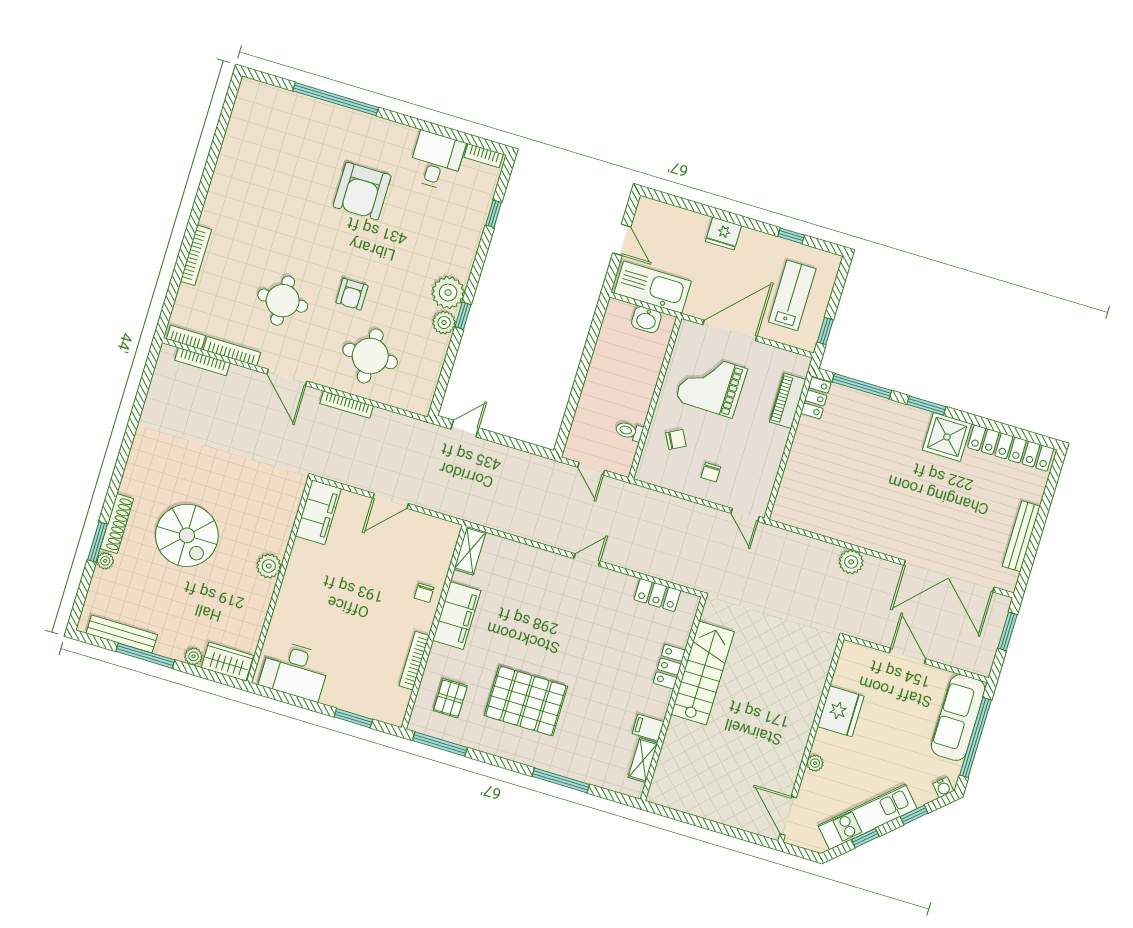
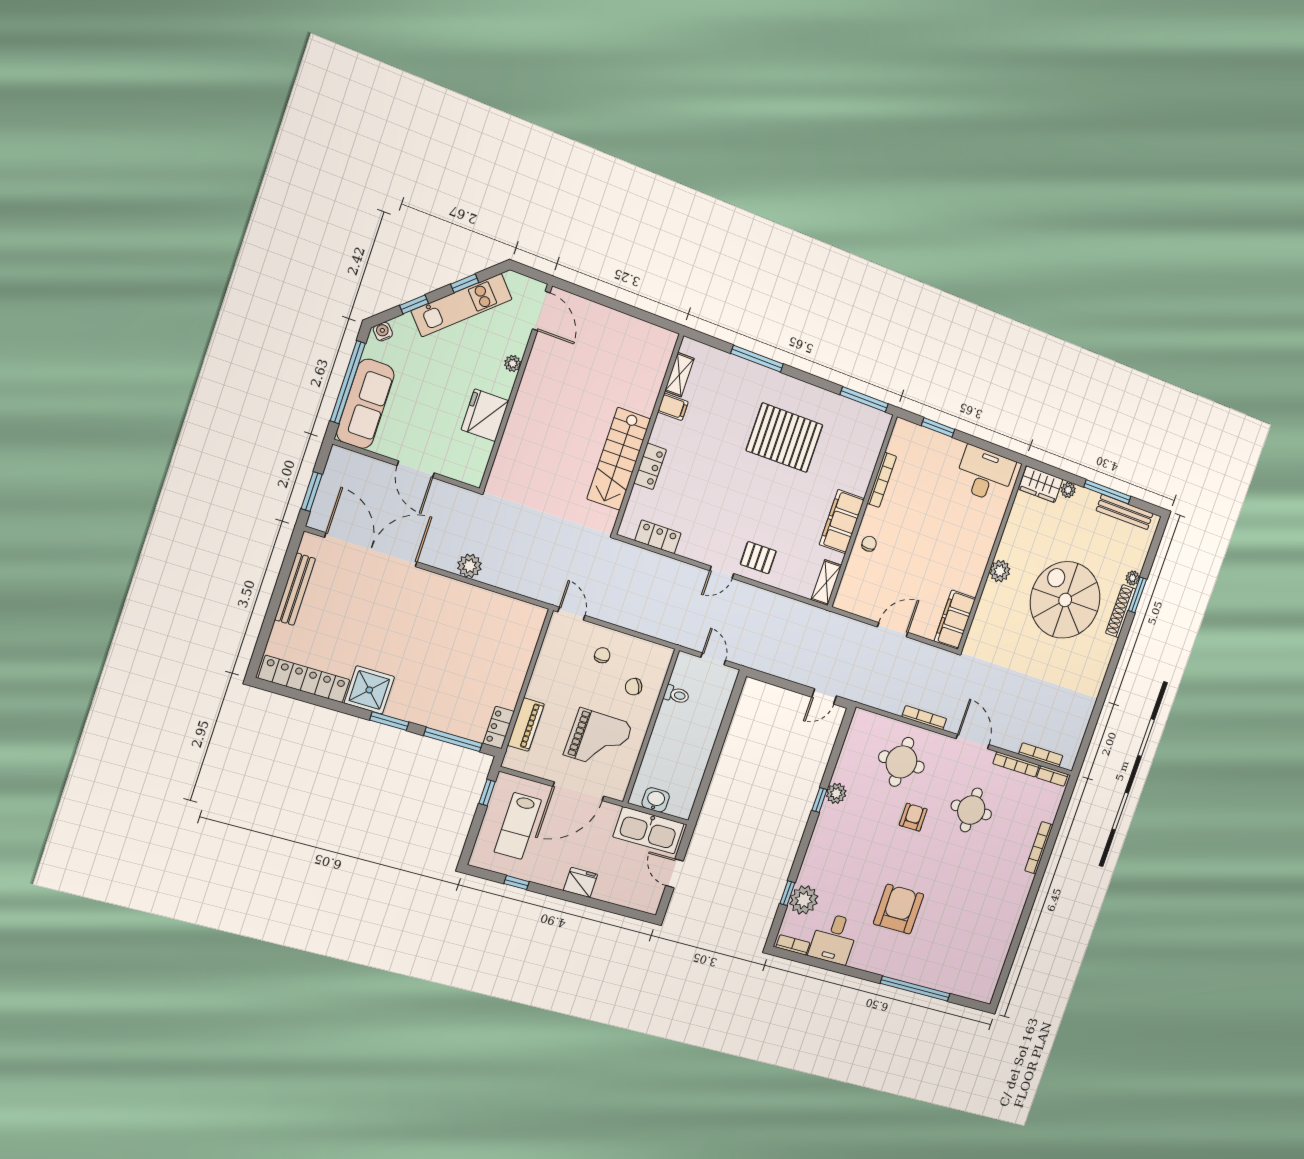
plant: (448, 293) -> (804, 900), moved
spiral stairs: (187, 535) -> (1065, 600), width x1.37, depth x1.37
pallet: (450, 698) -> (758, 558), moved, turned 90

